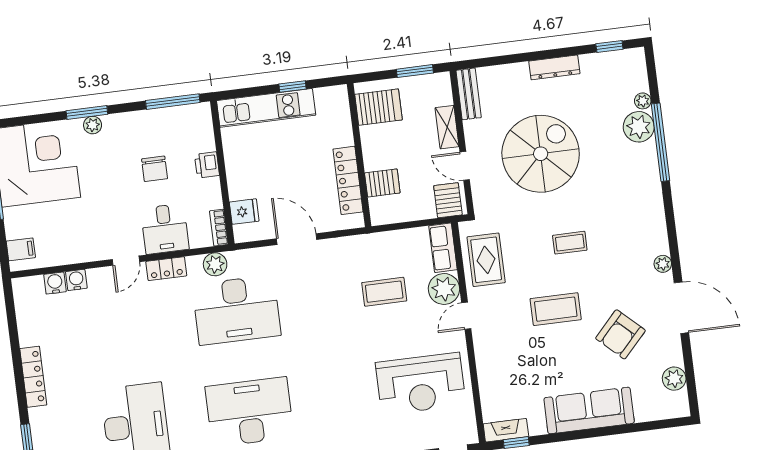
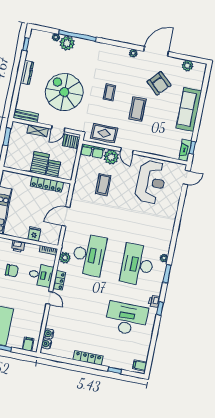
server rack: (378, 107) -> (40, 163), moved
fridge: (244, 212) -> (34, 234), moved
water cooler: (76, 280) -> (46, 344), moved

